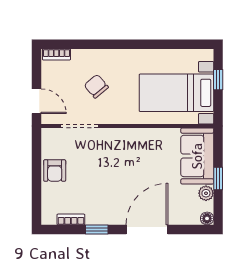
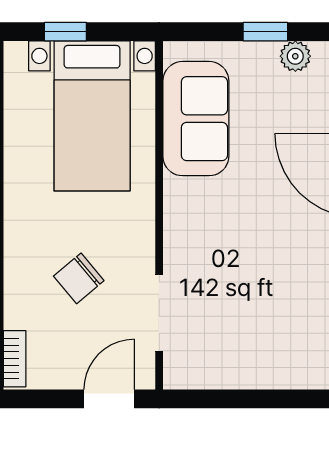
sofa: (197, 156) -> (196, 119), moved, turned -90
armchair: (55, 171) -> (249, 362), removed

